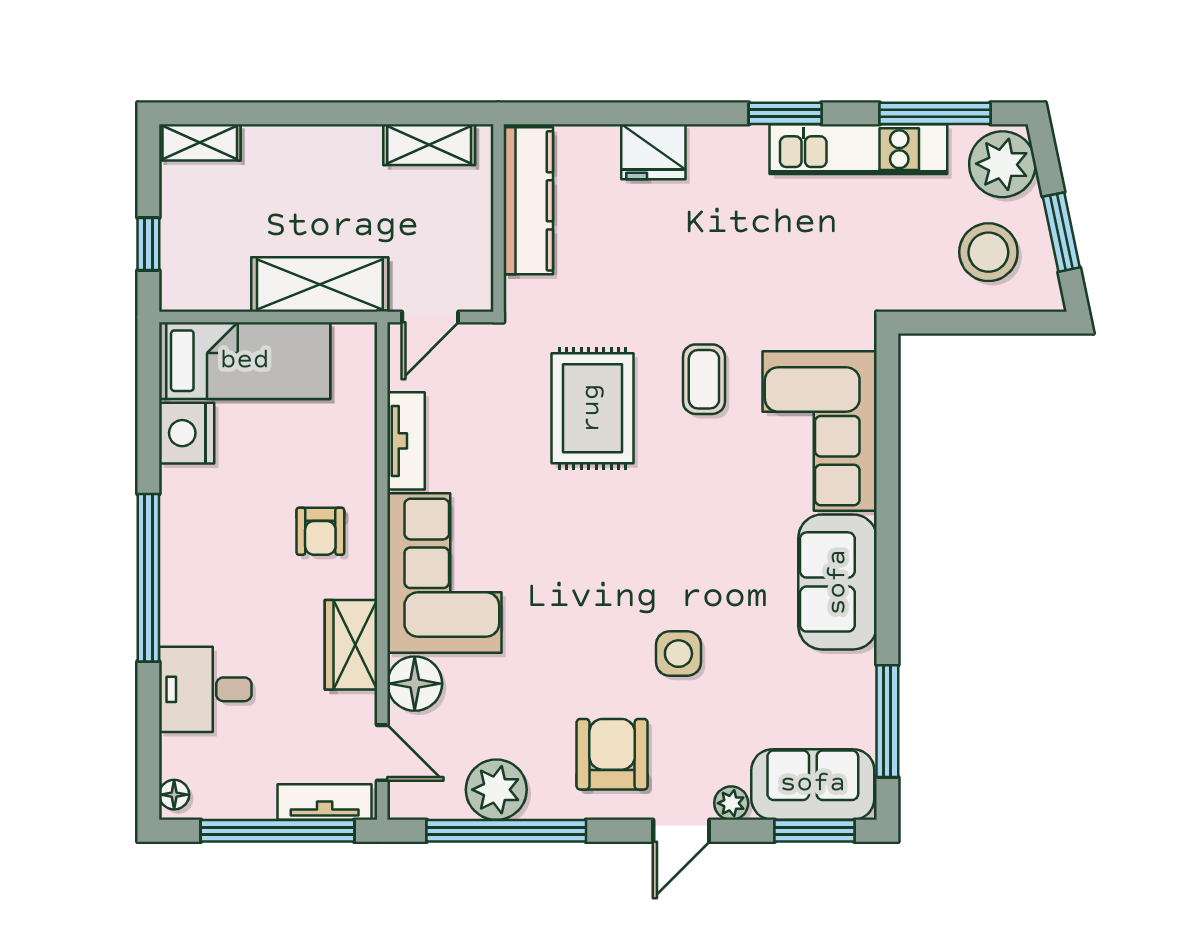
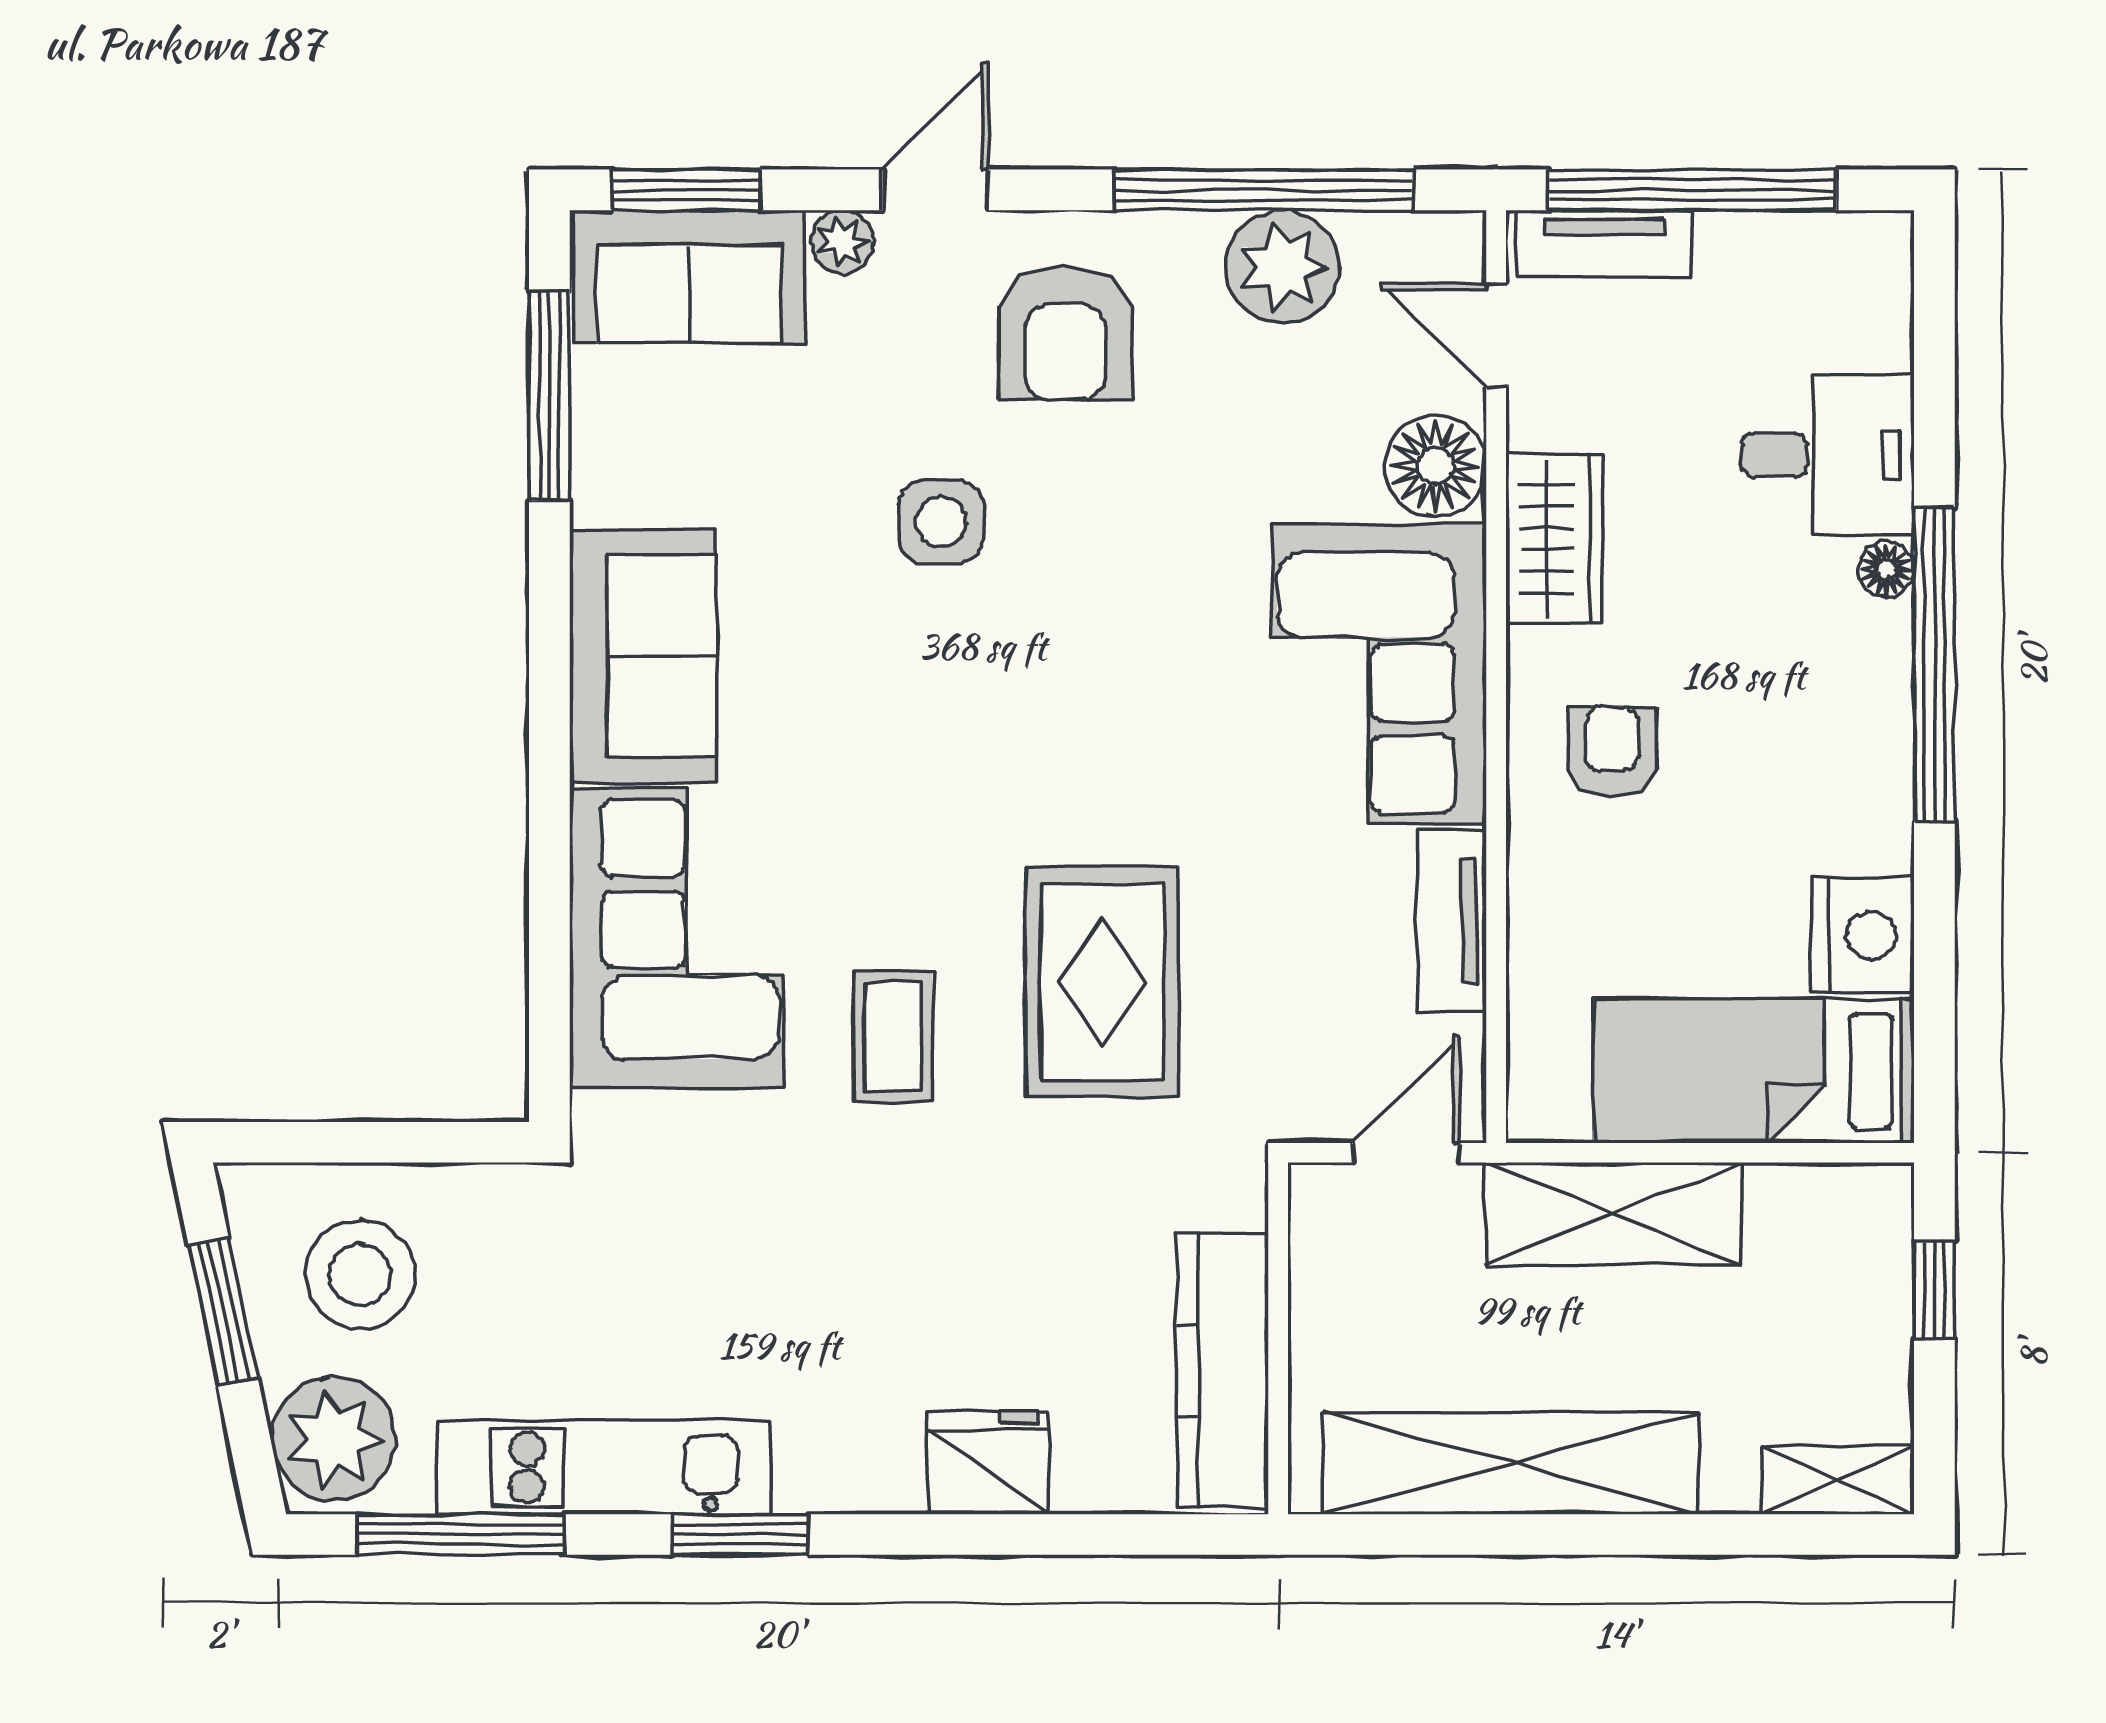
shelving: (429, 145) -> (1511, 1463), width x2.20, depth x1.33
floor lamp: (174, 795) -> (1886, 569), moved

